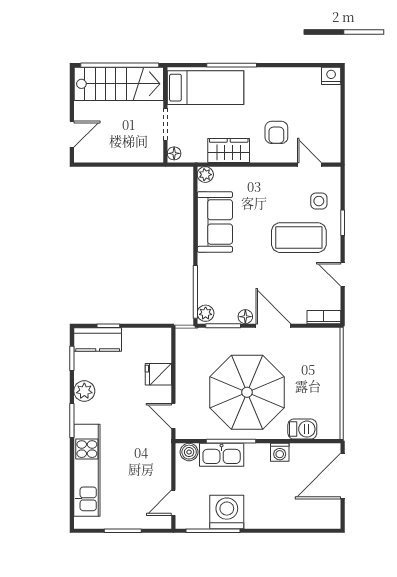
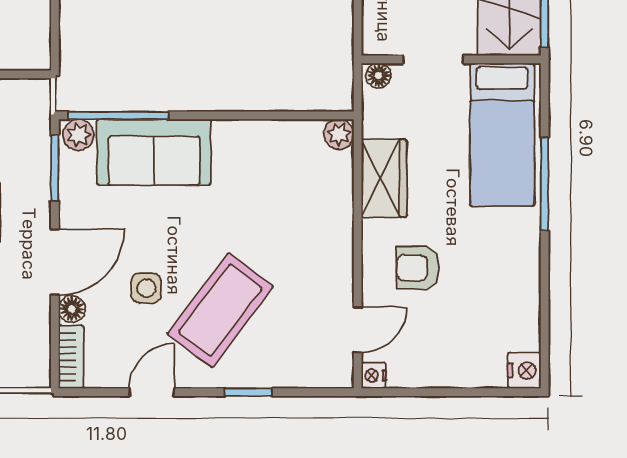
nightstand: (334, 156) -> (374, 375), added
side table: (319, 201) -> (146, 288), moved
sofa: (215, 222) -> (154, 152), moved
coffee table: (299, 238) -> (220, 310), turned 37
floor lamp: (245, 317) -> (72, 309), moved

